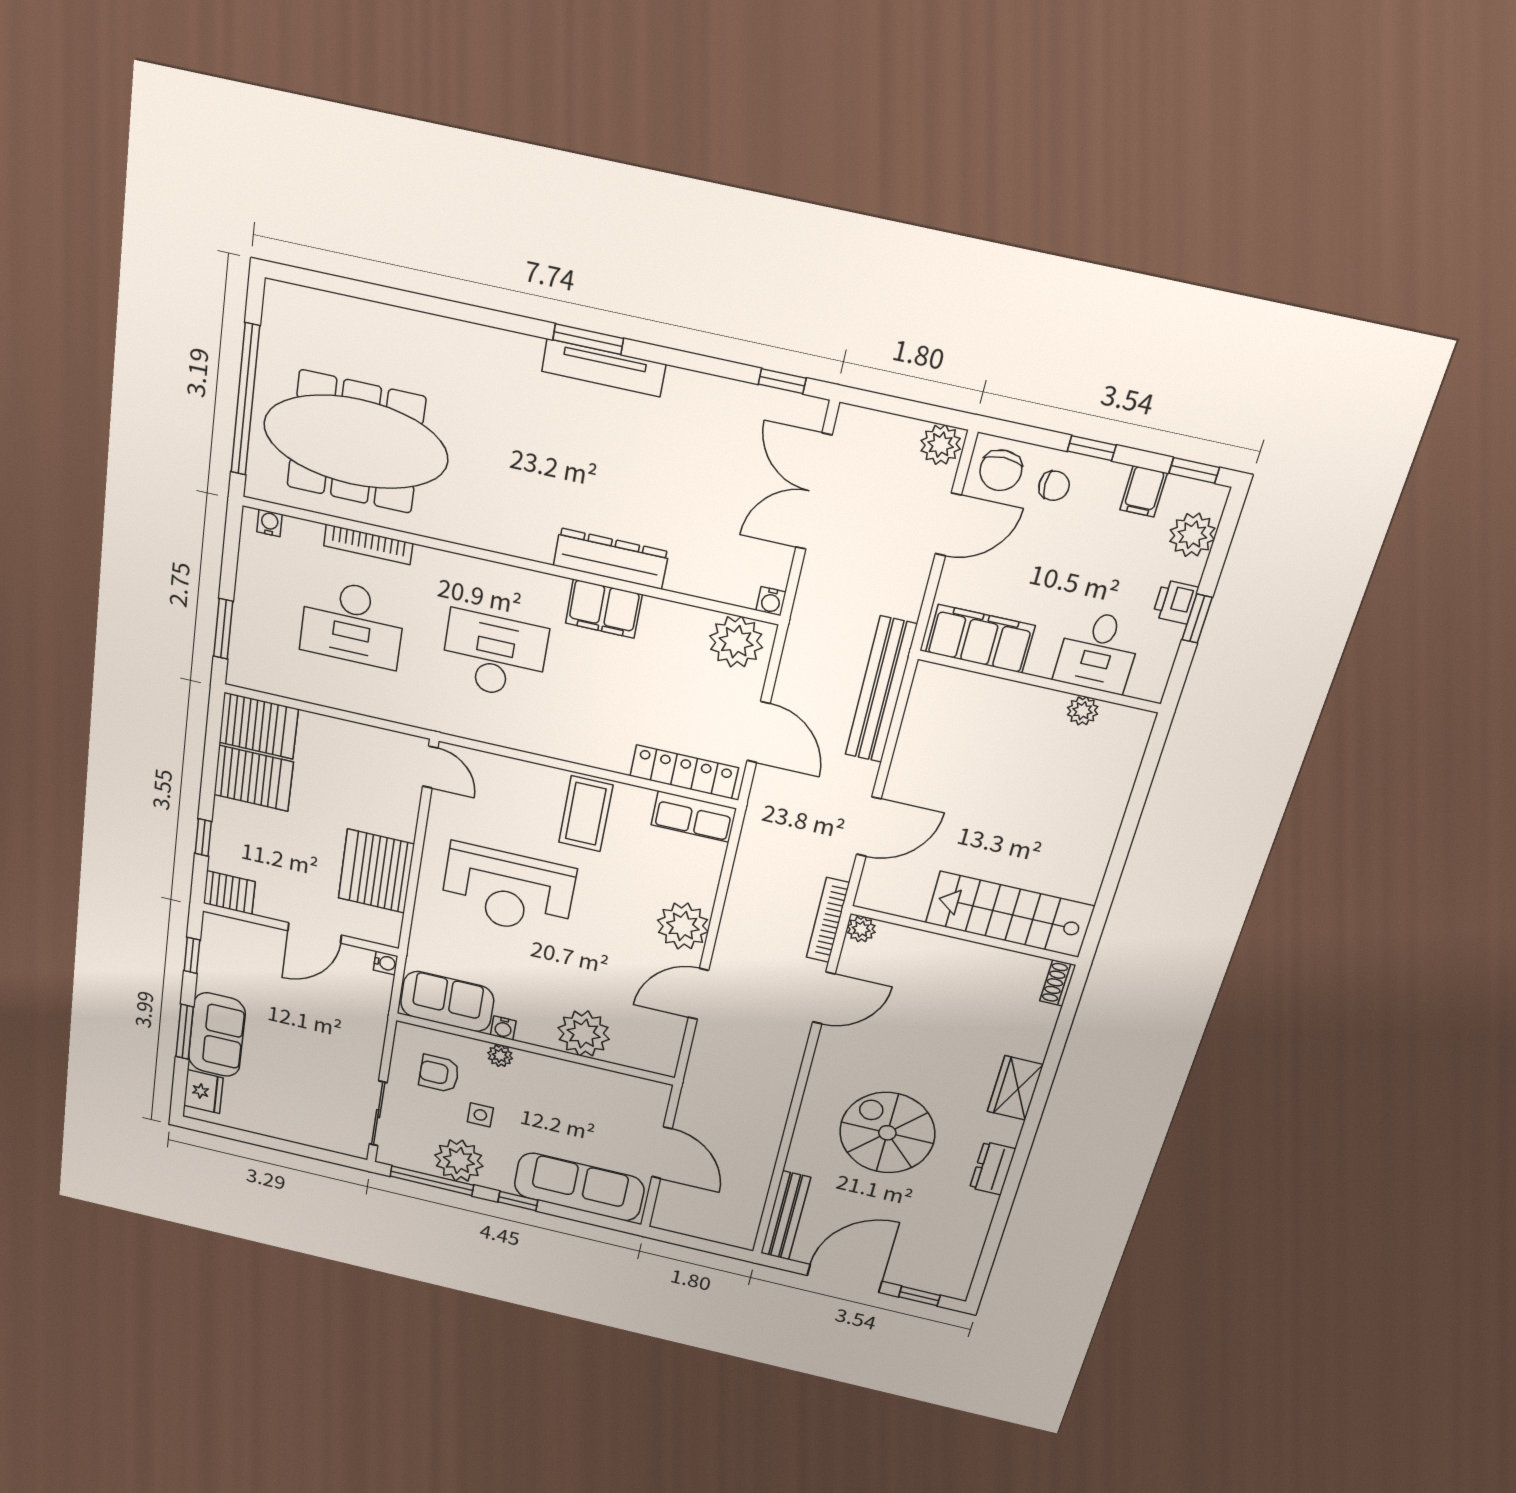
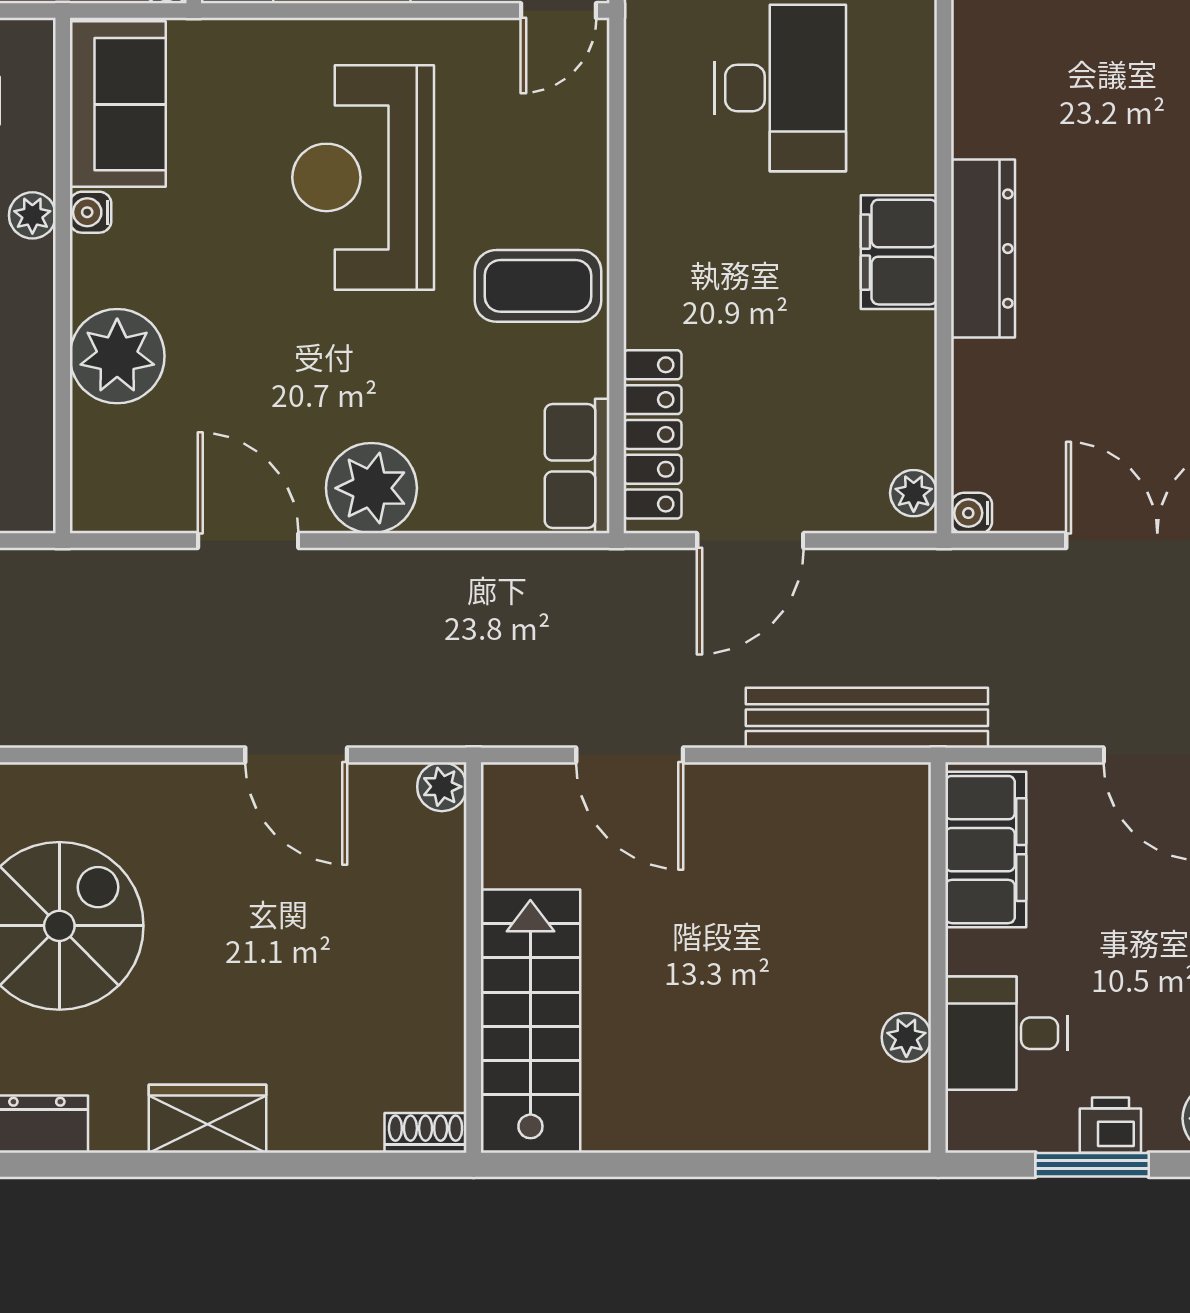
window: (1197, 619) -> (1092, 1165), width x1.50
plant: (736, 642) -> (914, 493), width x0.53, depth x0.53
bookcase: (828, 920) -> (444, 728), removed

